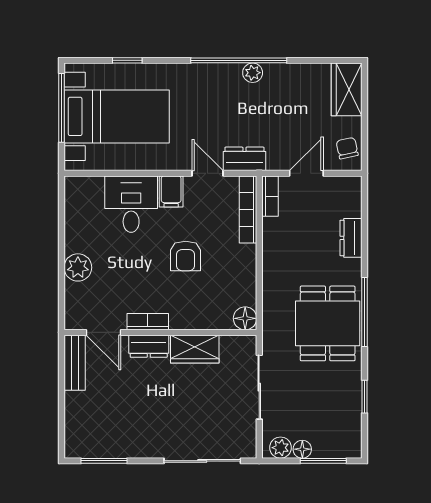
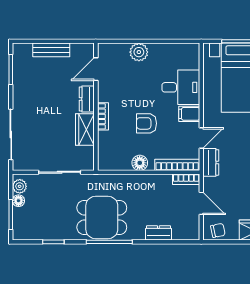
floor lamp: (245, 318) -> (140, 163), moved
bookcase: (148, 322) -> (103, 116), moved
bench: (75, 363) -> (51, 50), moved

